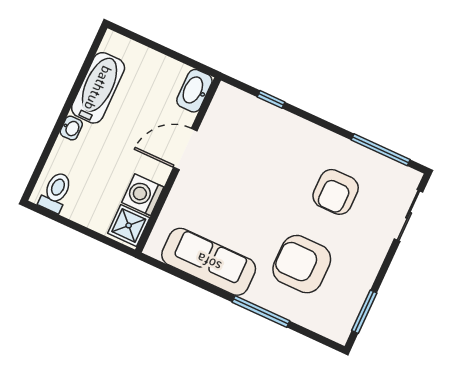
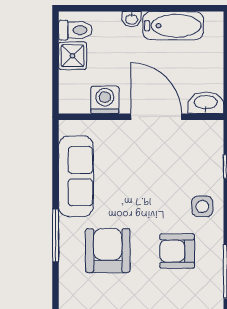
side table: (301, 144) -> (202, 206), added
door: (185, 149) -> (156, 117), width x1.36
shower: (129, 225) -> (73, 56), moved

